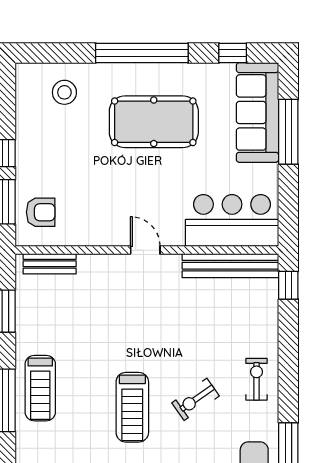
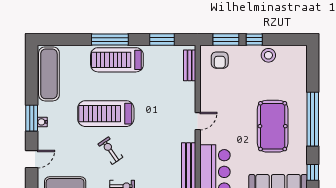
stool: (64, 92) -> (268, 55), moved
treadmill: (40, 388) -> (117, 60), width x1.37, depth x1.38
treadmill: (132, 407) -> (106, 114), width x1.37, depth x1.38

